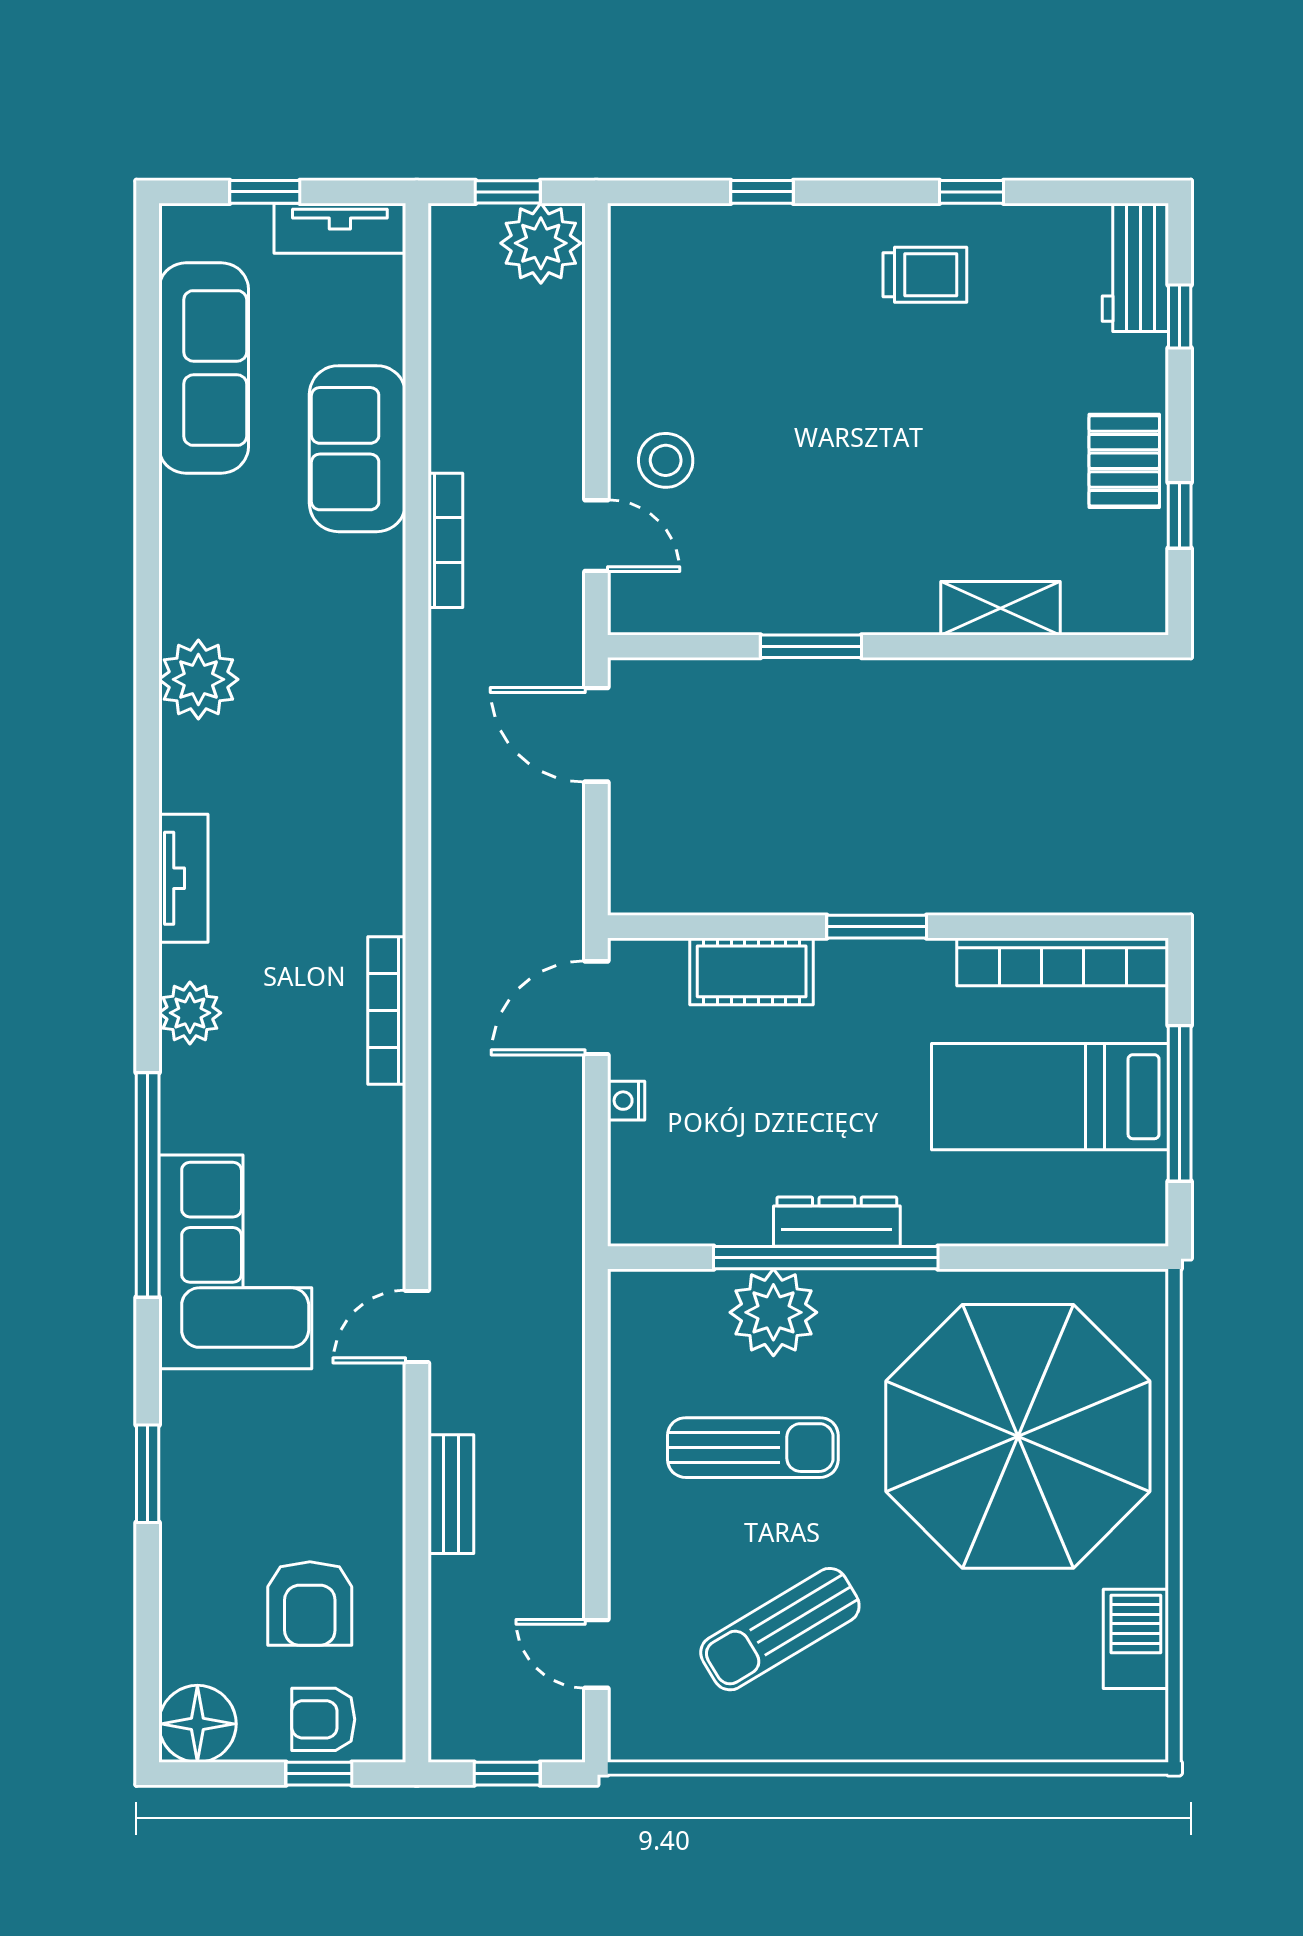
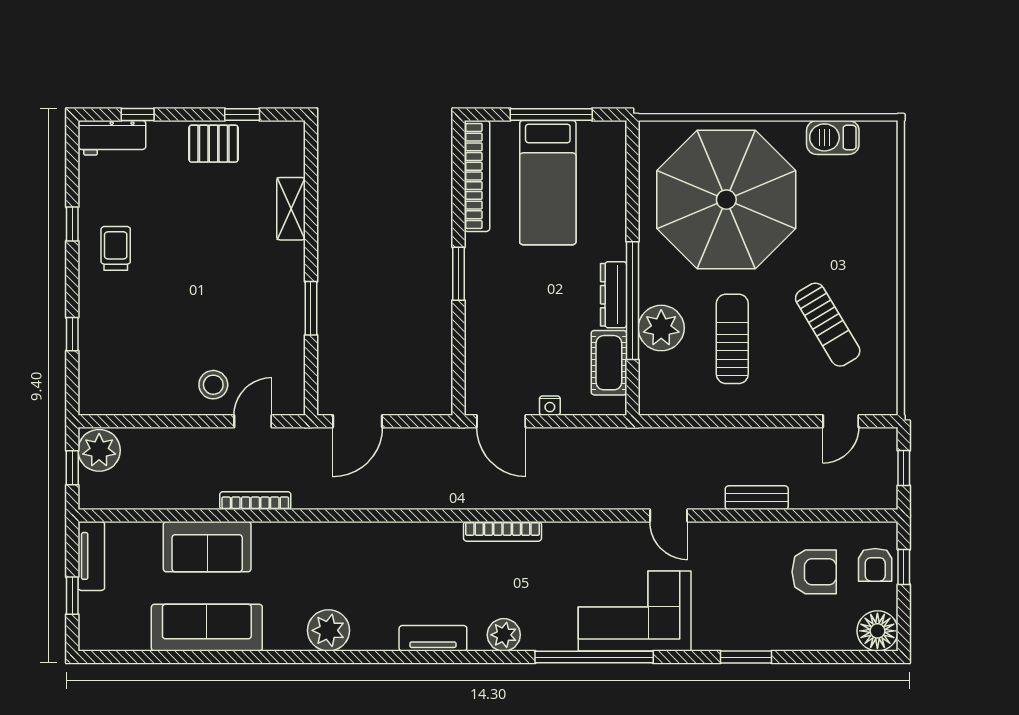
sofa: (204, 368) -> (207, 628), moved
cot: (752, 971) -> (609, 363), moved

